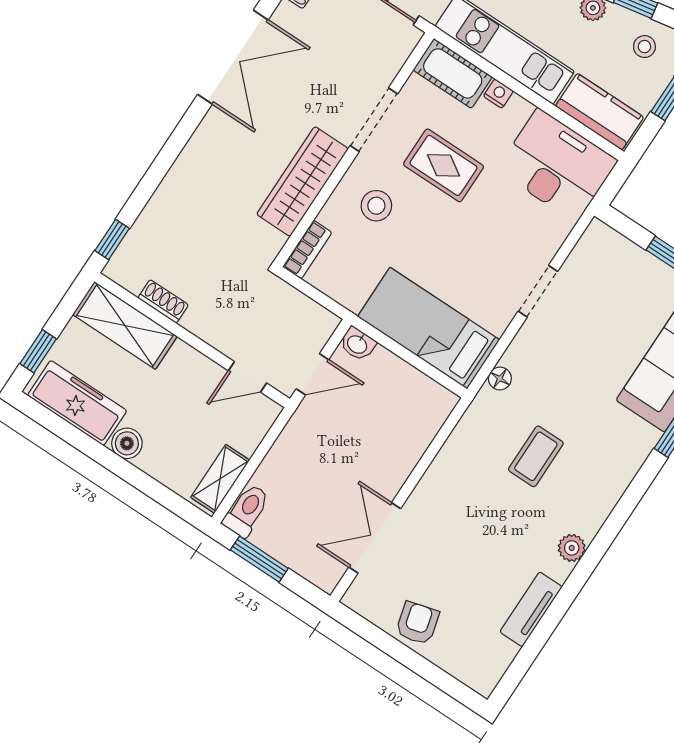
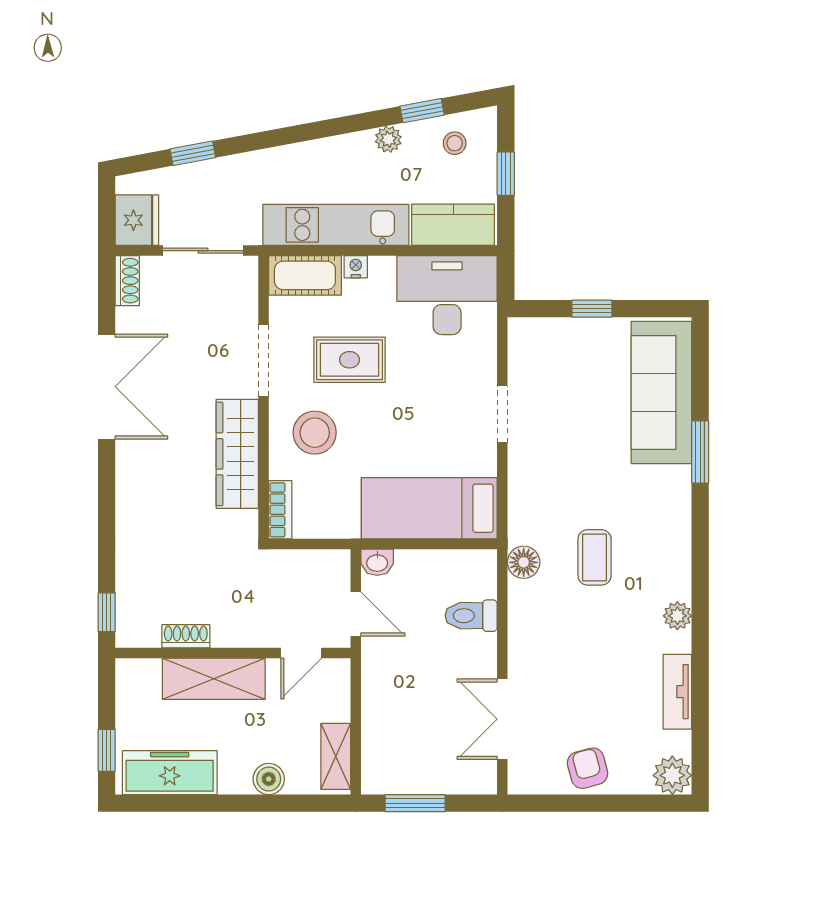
stool: (376, 206) -> (315, 433), width x1.38, depth x1.38
shelving: (125, 325) -> (214, 679), moved
door: (312, 374) -> (356, 614), hinge flipped
floor lamp: (500, 379) -> (524, 562), moved, width x1.37, depth x1.37
boiler: (127, 443) -> (269, 779), moved
toilet: (247, 511) -> (471, 616), moved, turned -90
plant: (482, 674) -> (672, 775), added

